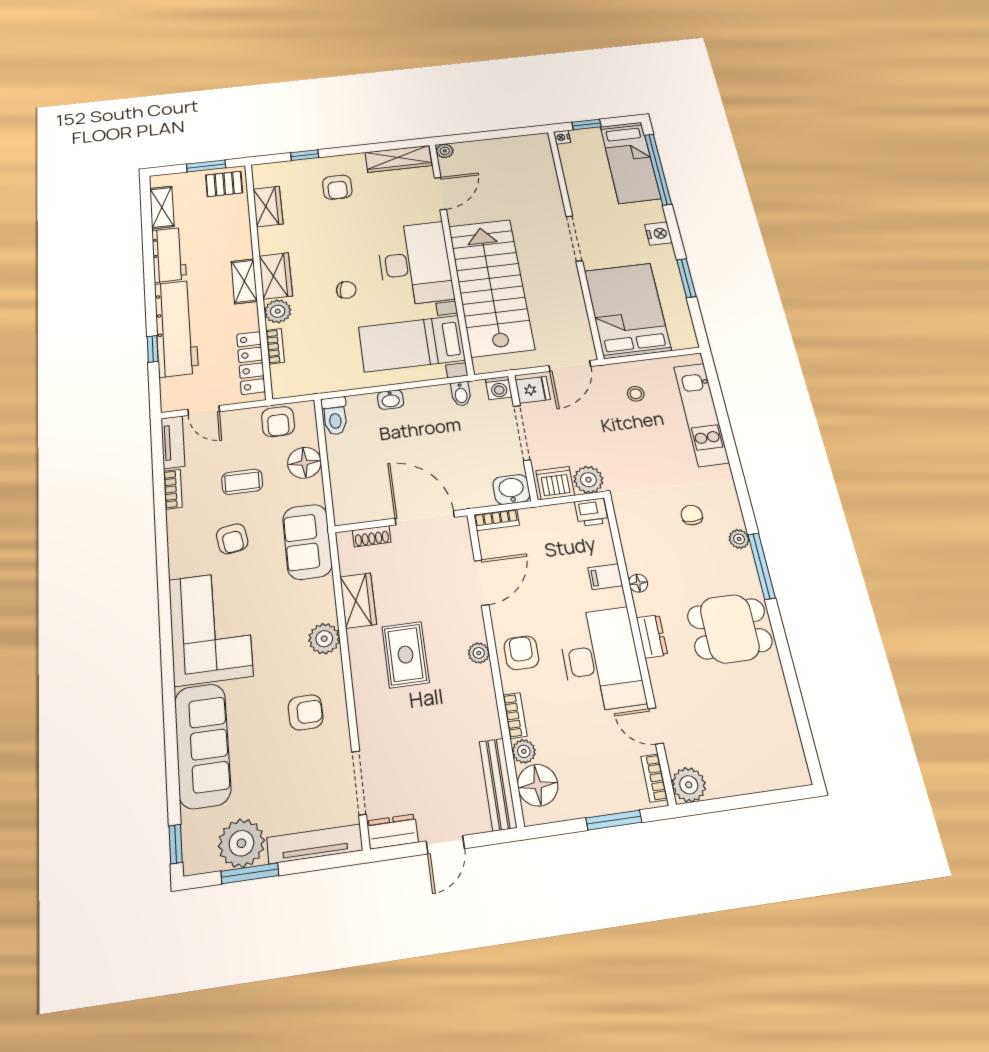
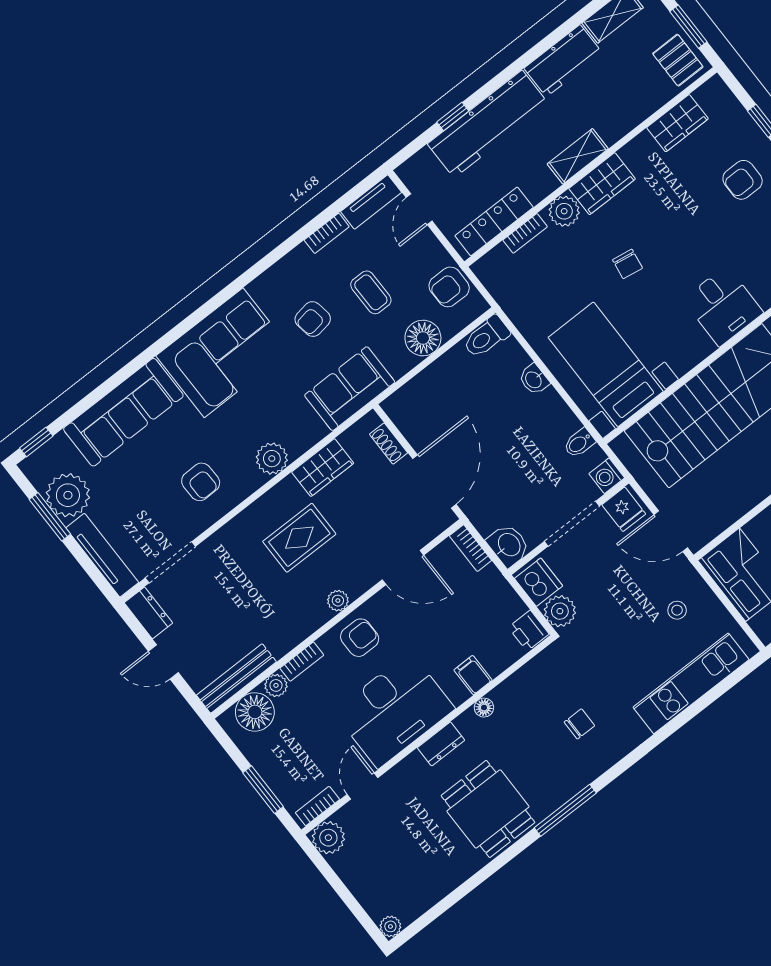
desk: (415, 264) -> (723, 306), width x0.53, depth x0.77
plant: (739, 539) -> (390, 926), moved

